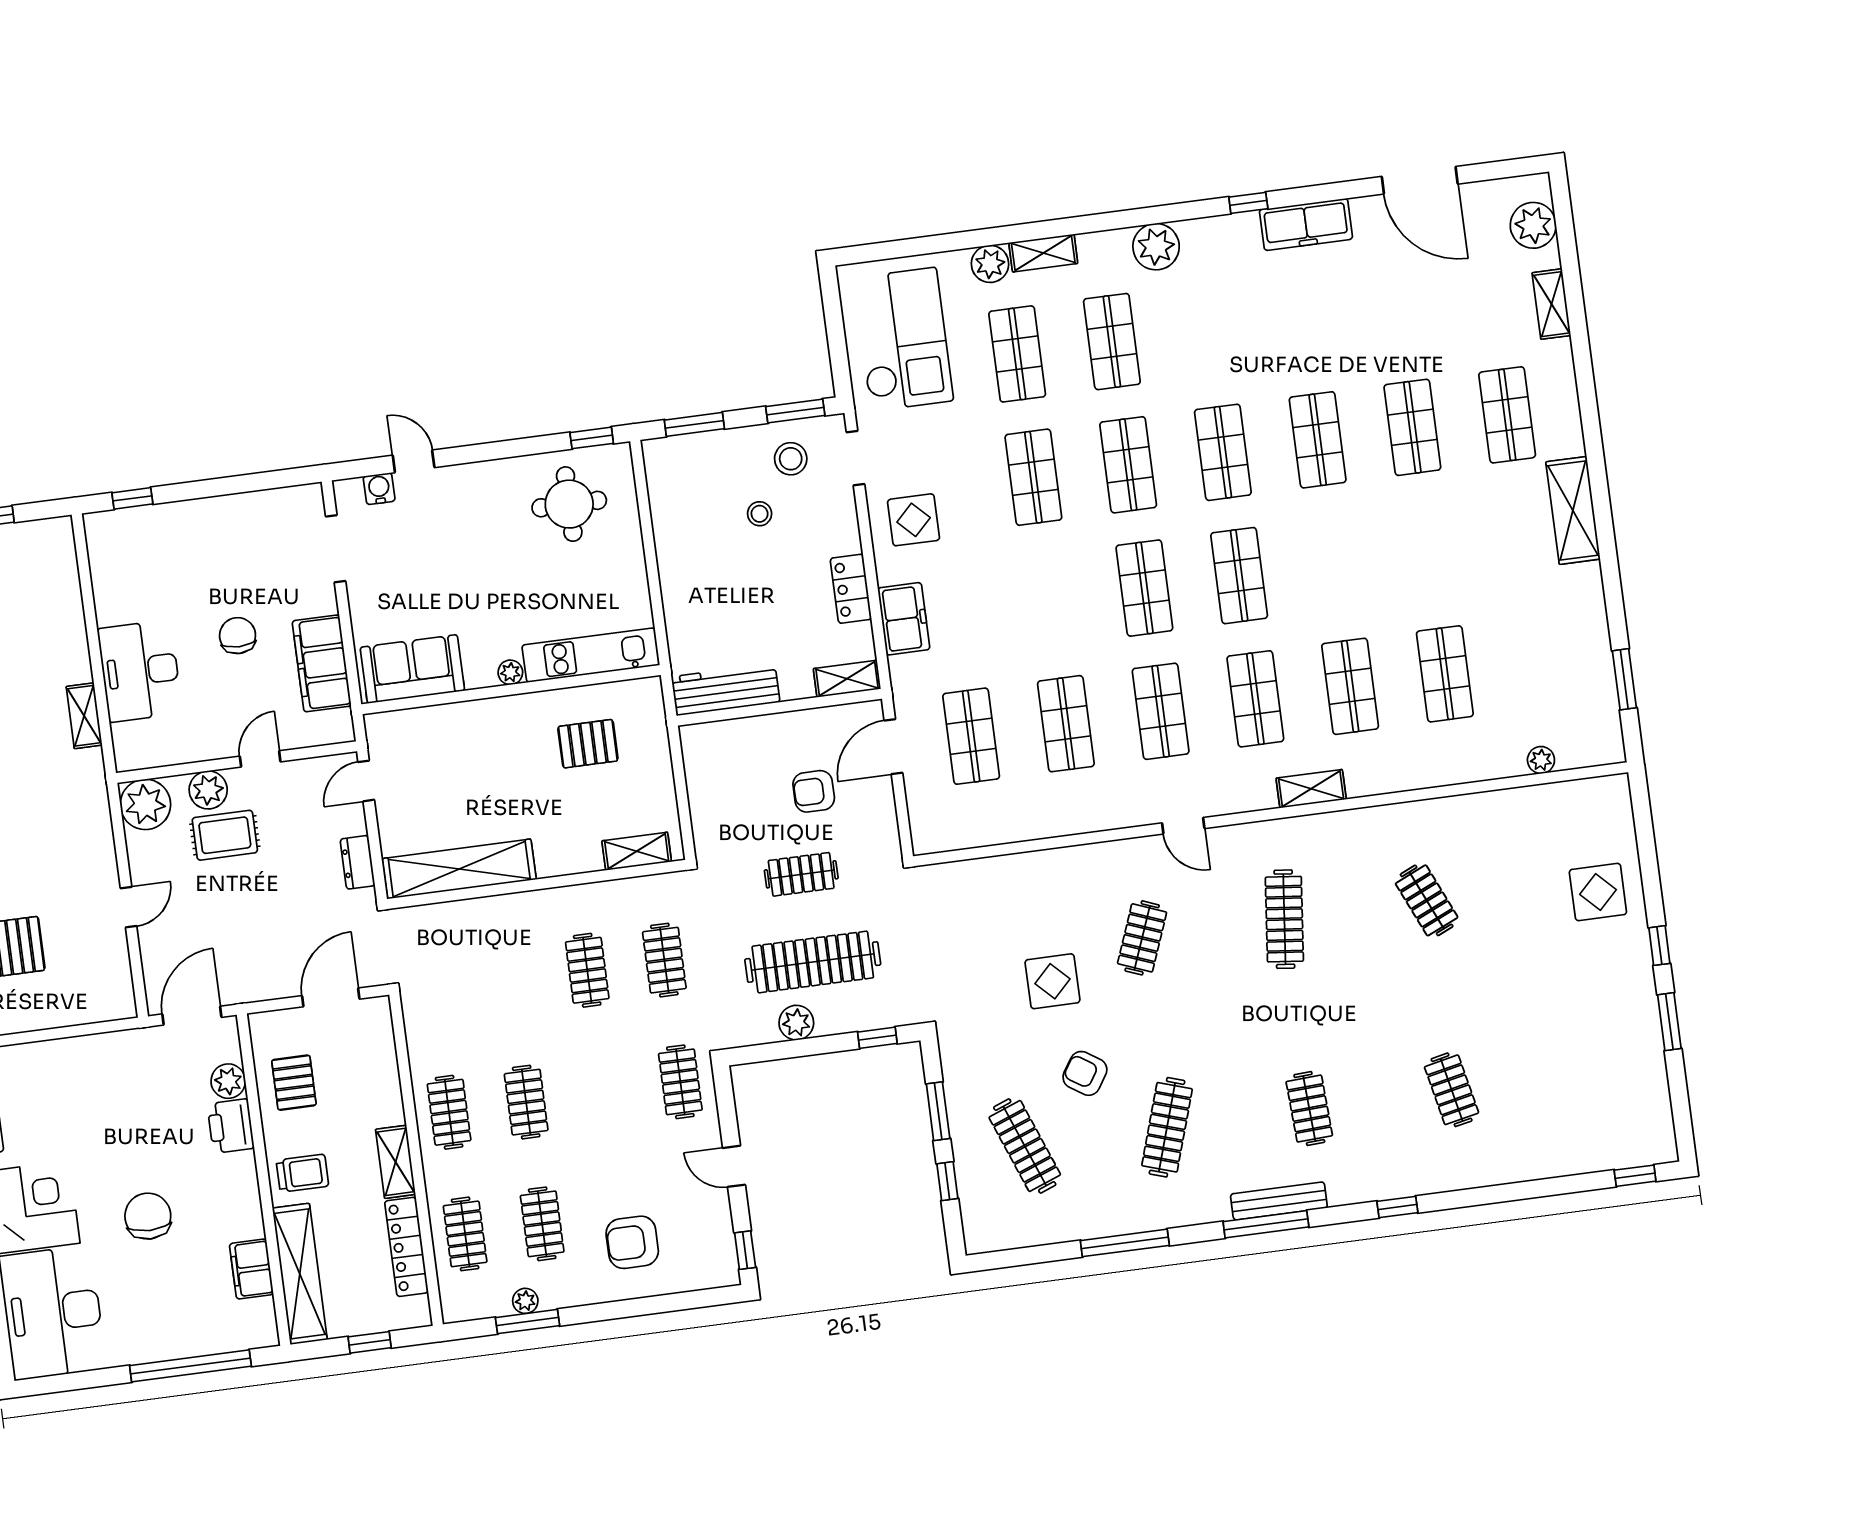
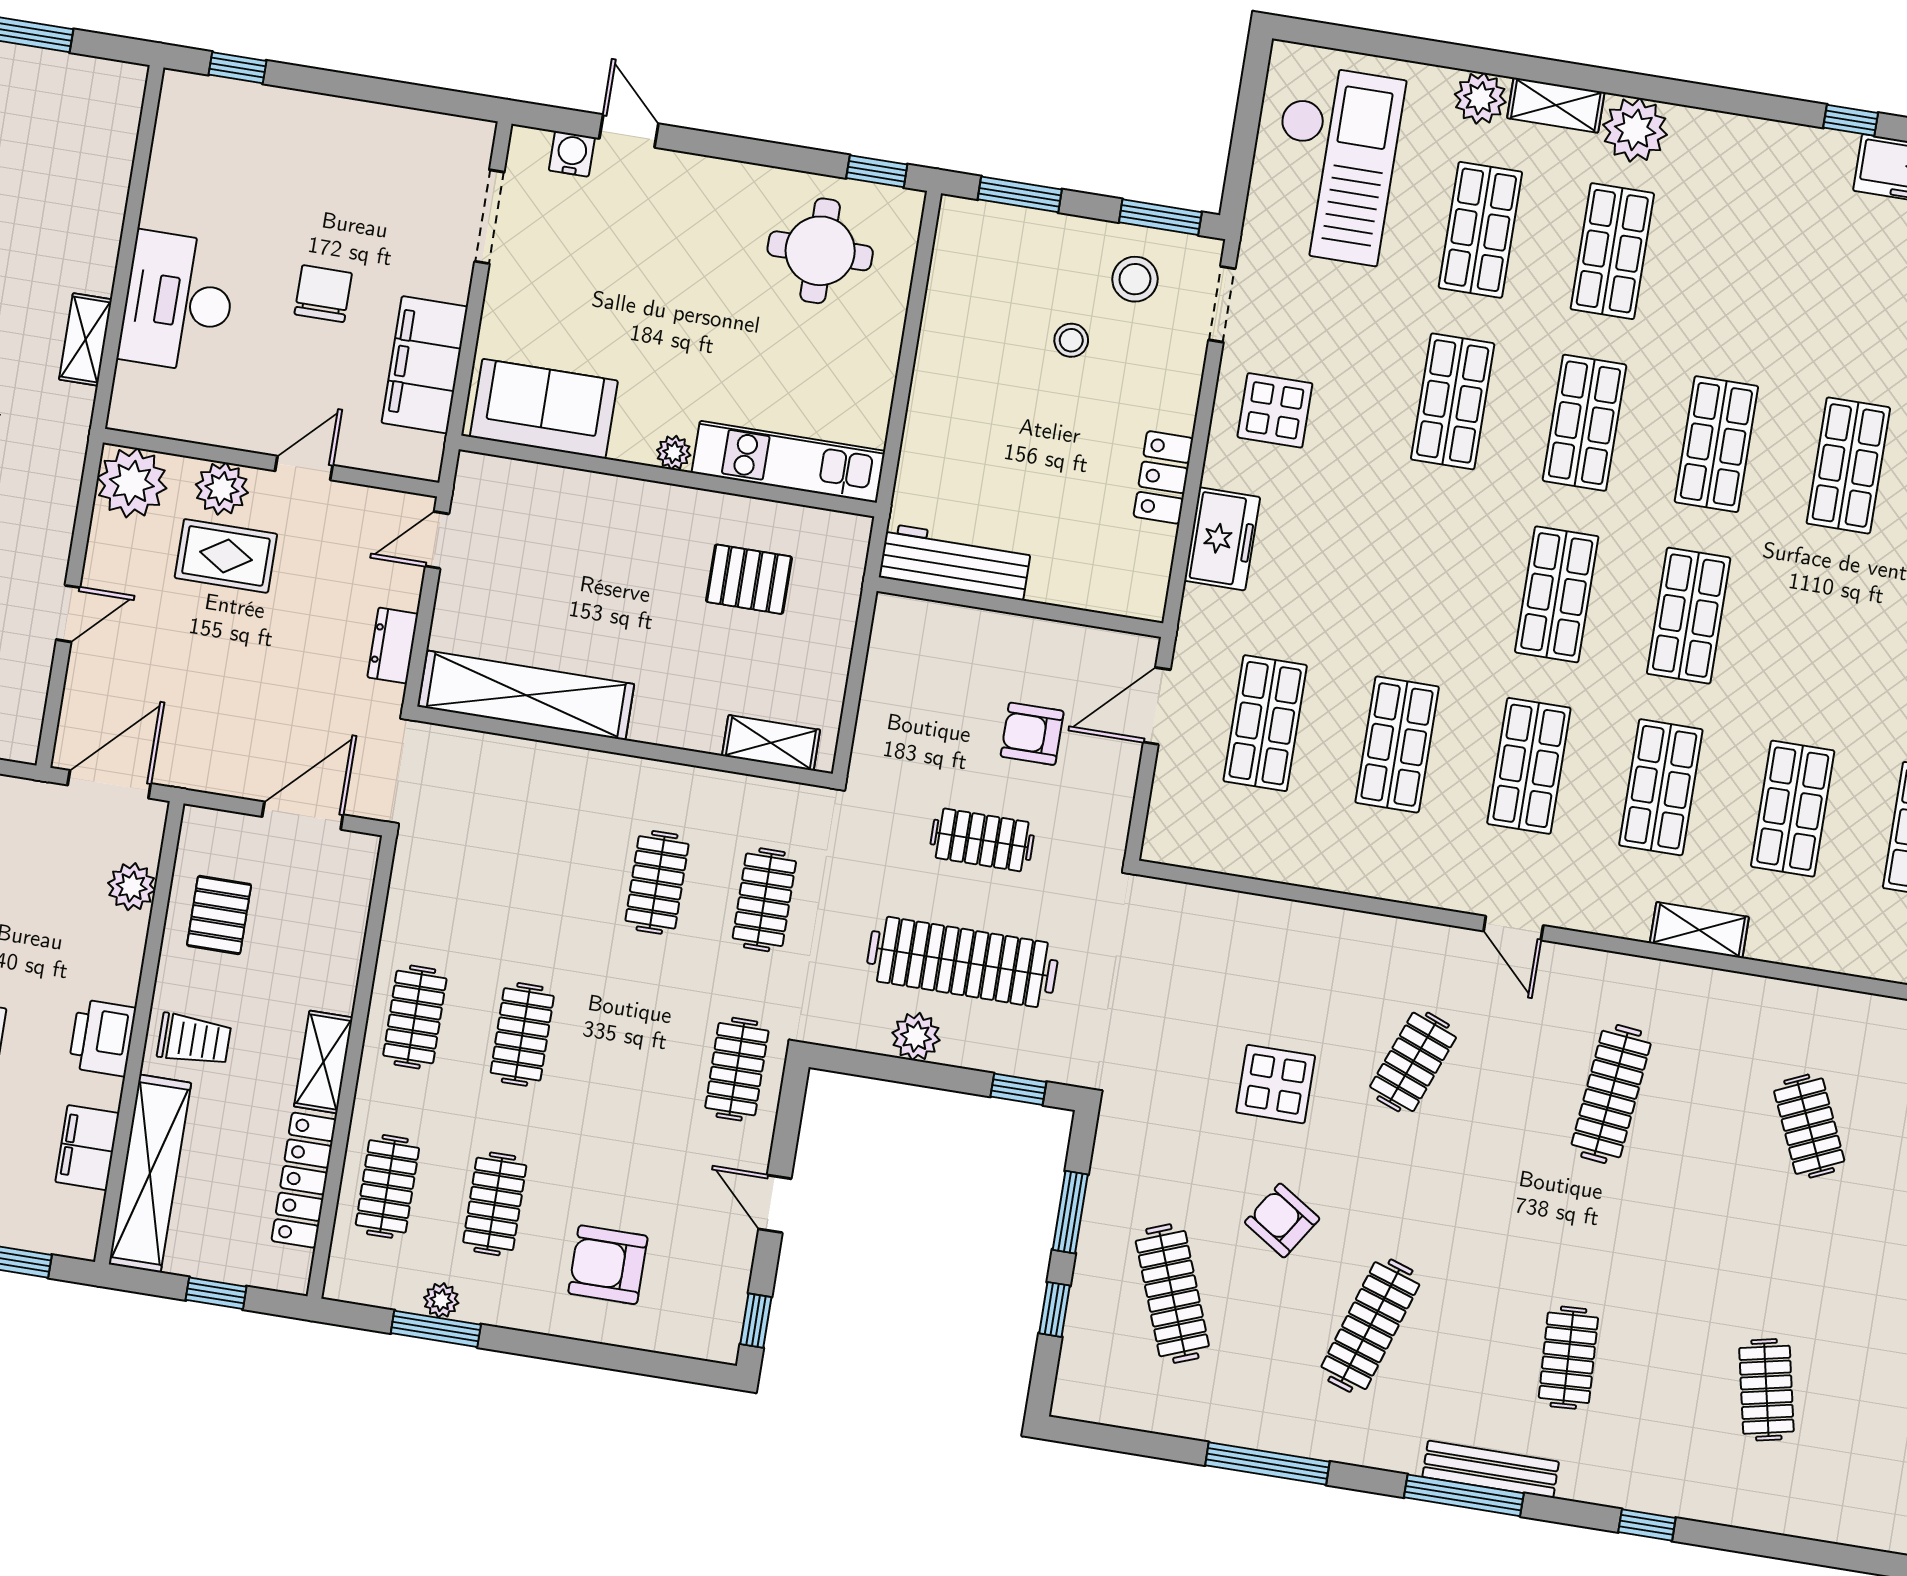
plant: (1156, 247) -> (1635, 130), moved
shelving: (847, 679) -> (1122, 596), removed
printer: (231, 1126) -> (102, 1038), moved

